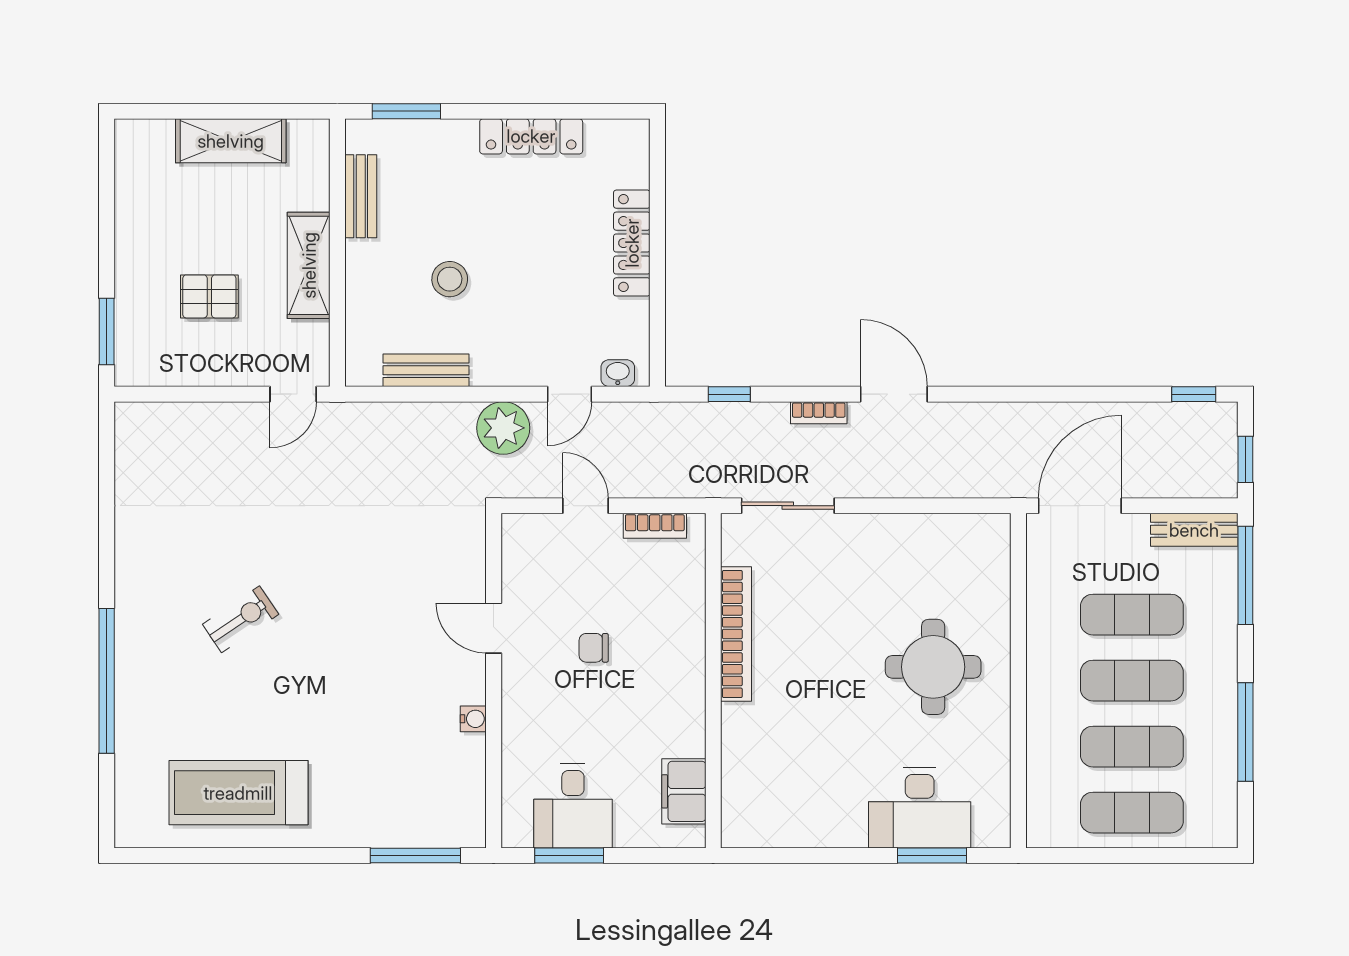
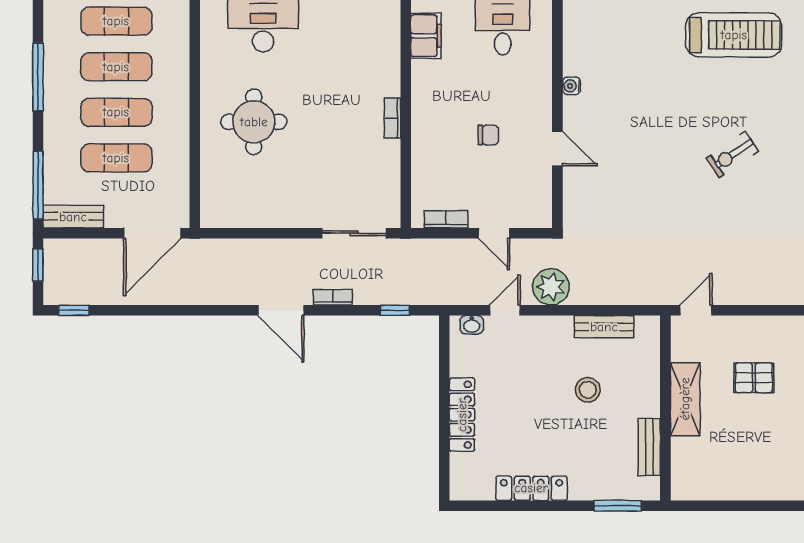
shelving: (231, 141) -> (739, 485), removed
bookcase: (736, 634) -> (392, 118), width x0.43, depth x0.76

